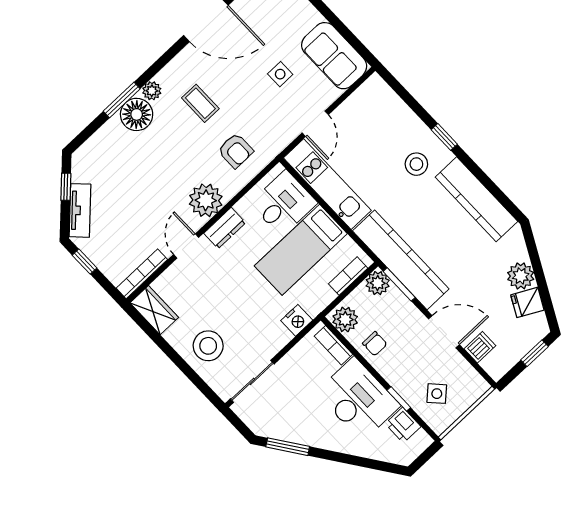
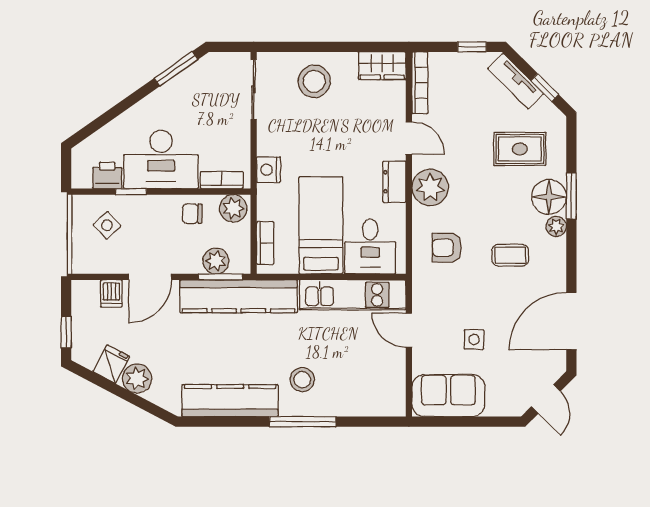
window: (444, 137) -> (303, 422), width x2.17
rug: (123, 164) -> (520, 149), added
plant: (378, 283) -> (216, 261), moved

